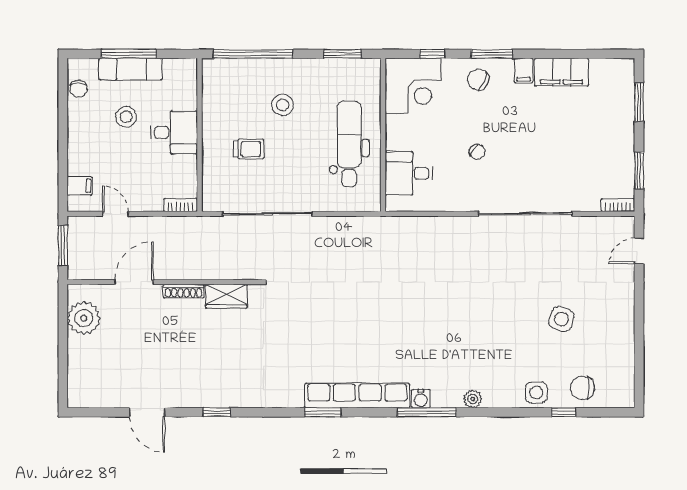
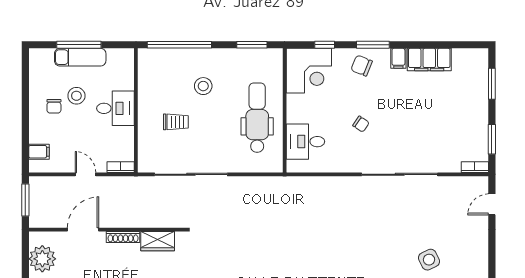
chair: (78, 89) -> (54, 106), moved
door: (115, 214) -> (86, 174), moved
side table: (561, 319) -> (429, 260), turned 45

